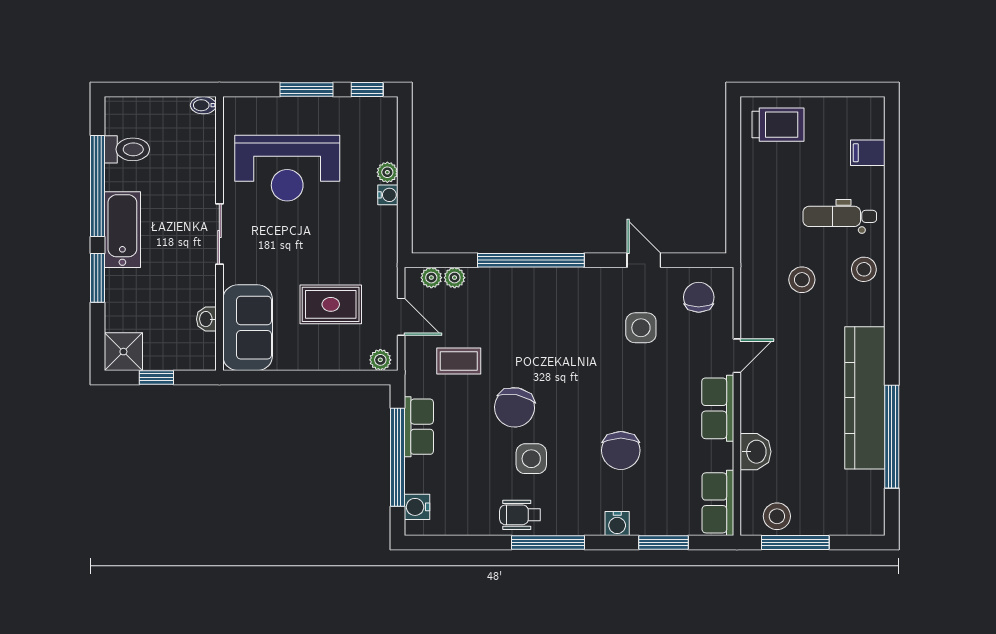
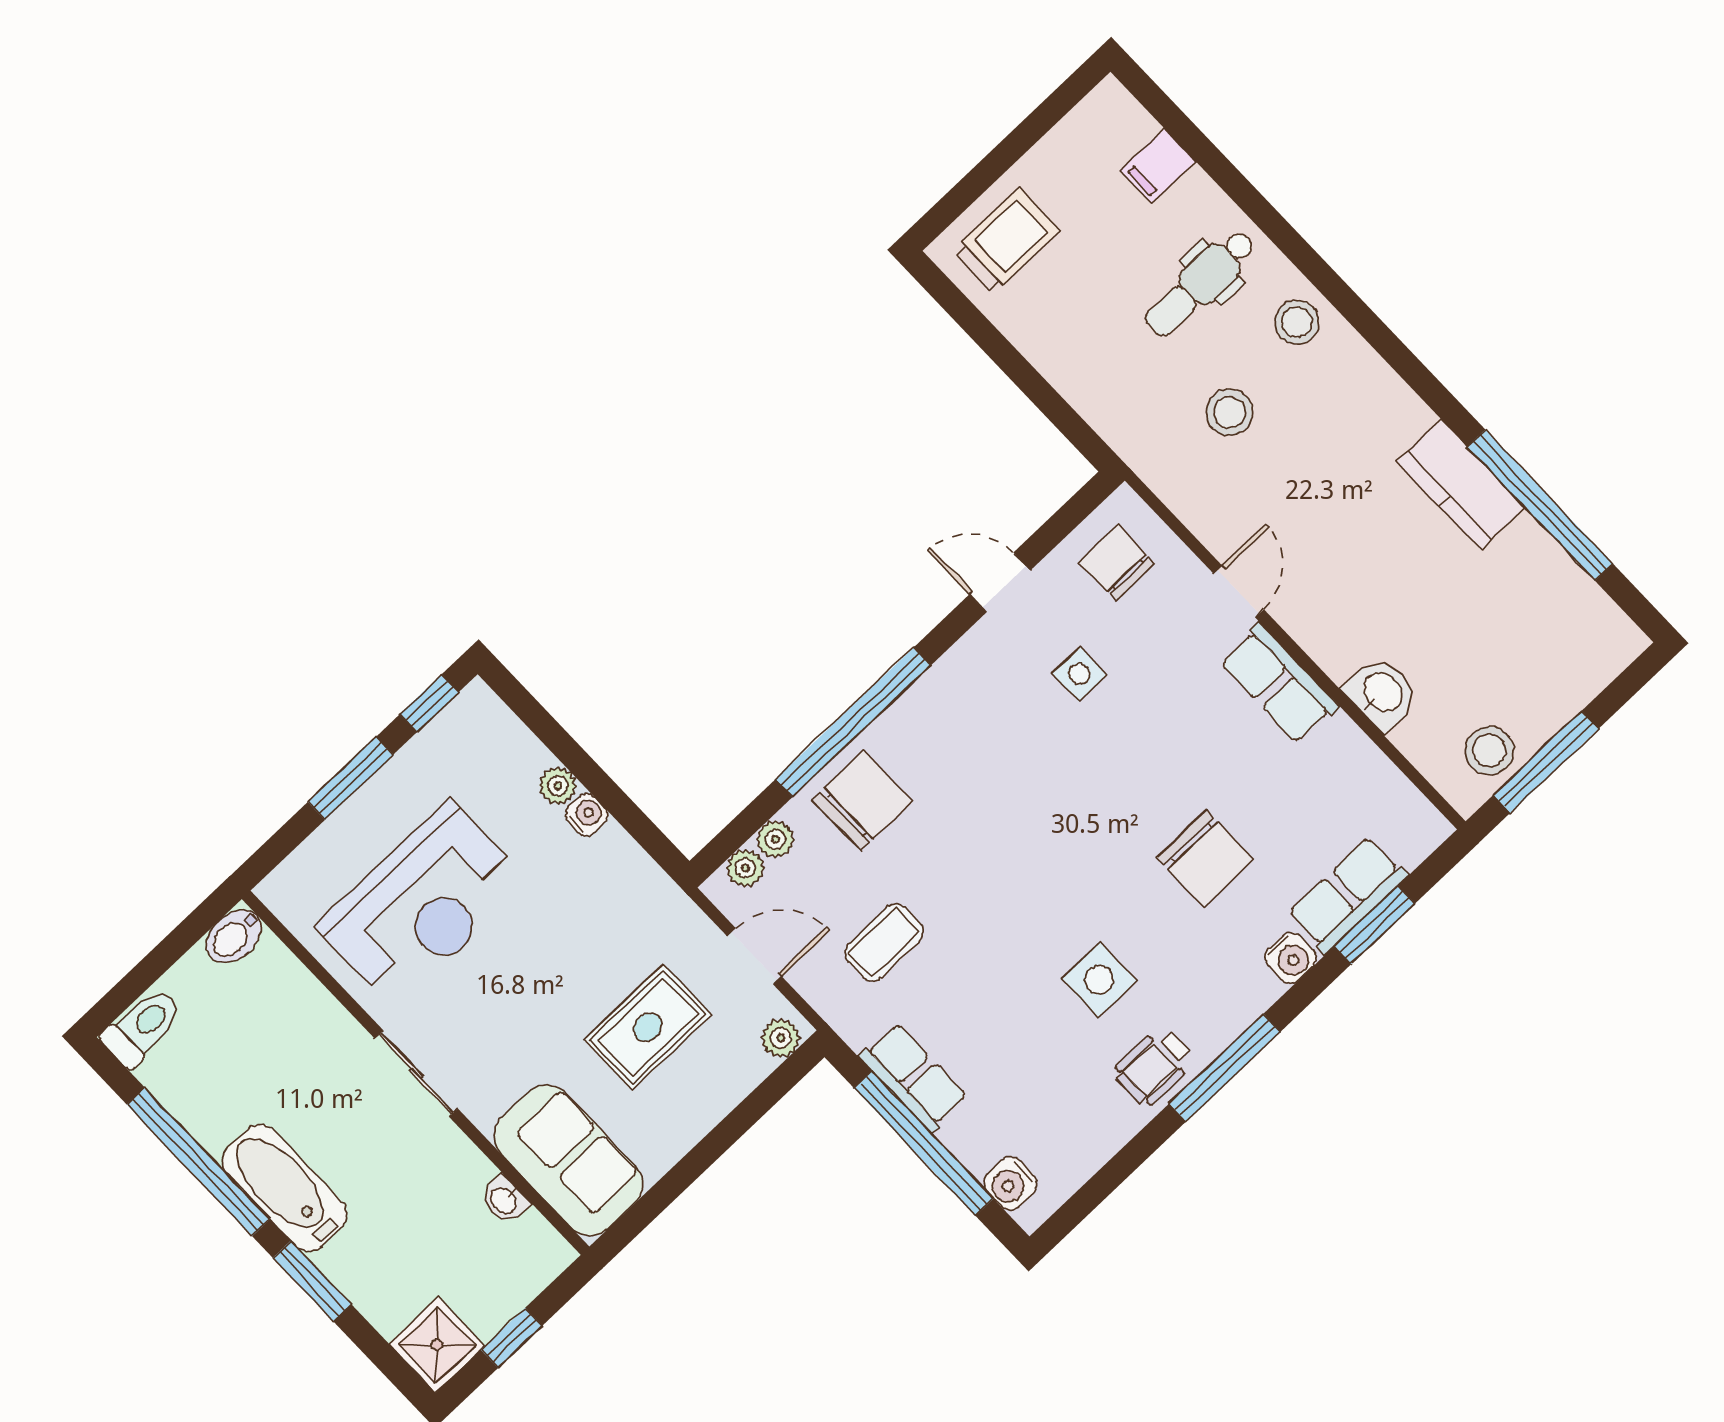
bidet: (203, 105) -> (234, 936), width x1.38, depth x1.36
toilet: (127, 149) -> (143, 1027), moved
side table: (641, 328) -> (1080, 674), width x0.73, depth x0.73
kitchen counter: (865, 398) -> (1461, 484), width x0.48, depth x0.86
chair: (515, 407) -> (862, 800), moved, turned -101
row of seats: (718, 503) -> (1348, 895), moved, turned 90

